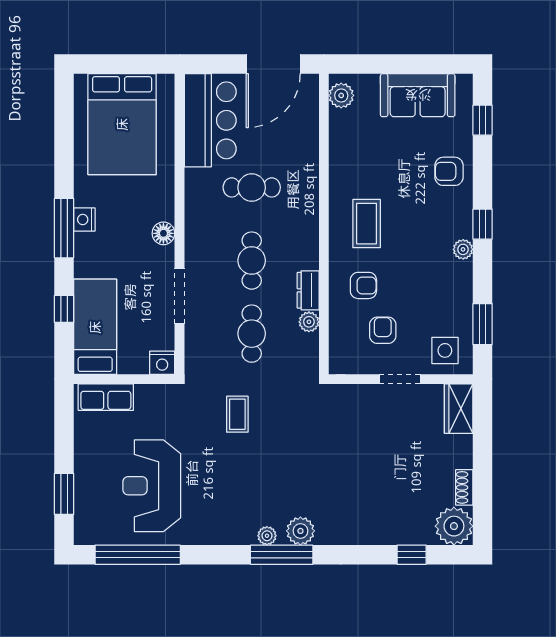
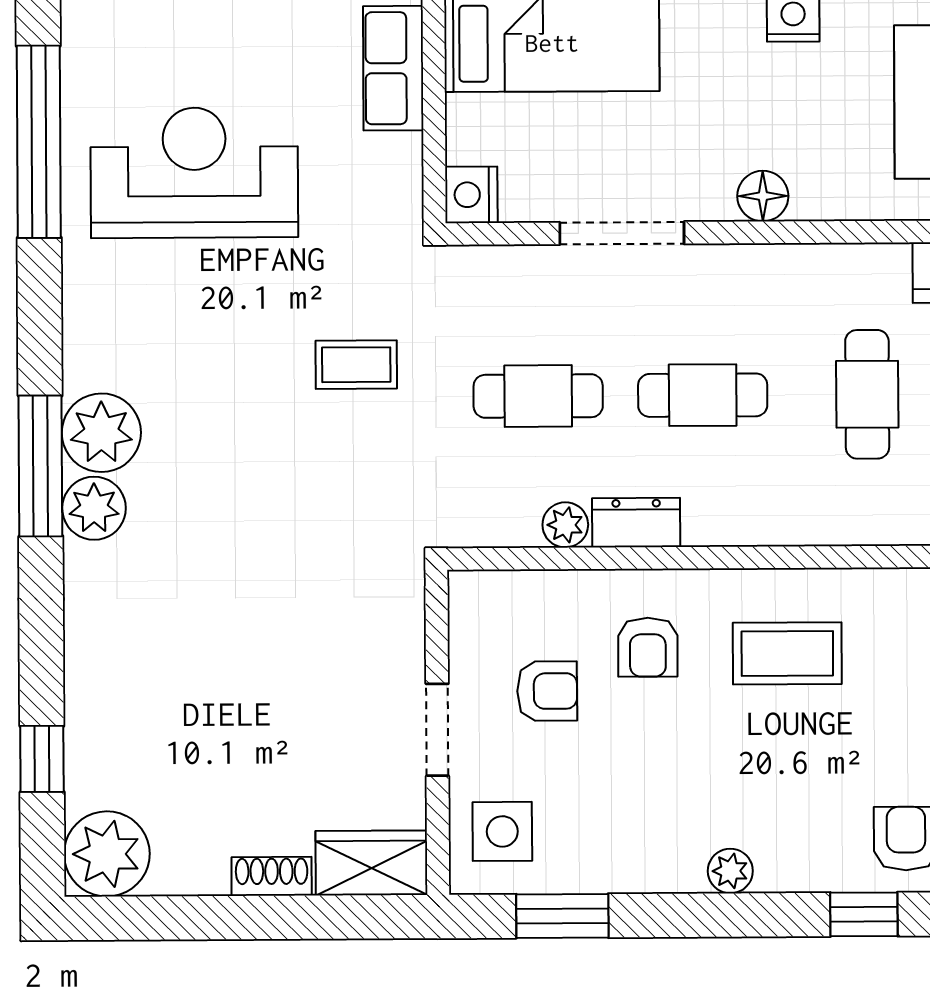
window: (483, 224) -> (864, 914), moved
shoe rack: (464, 487) -> (272, 876), moved
plant: (267, 536) -> (101, 433), width x1.87, depth x1.87

